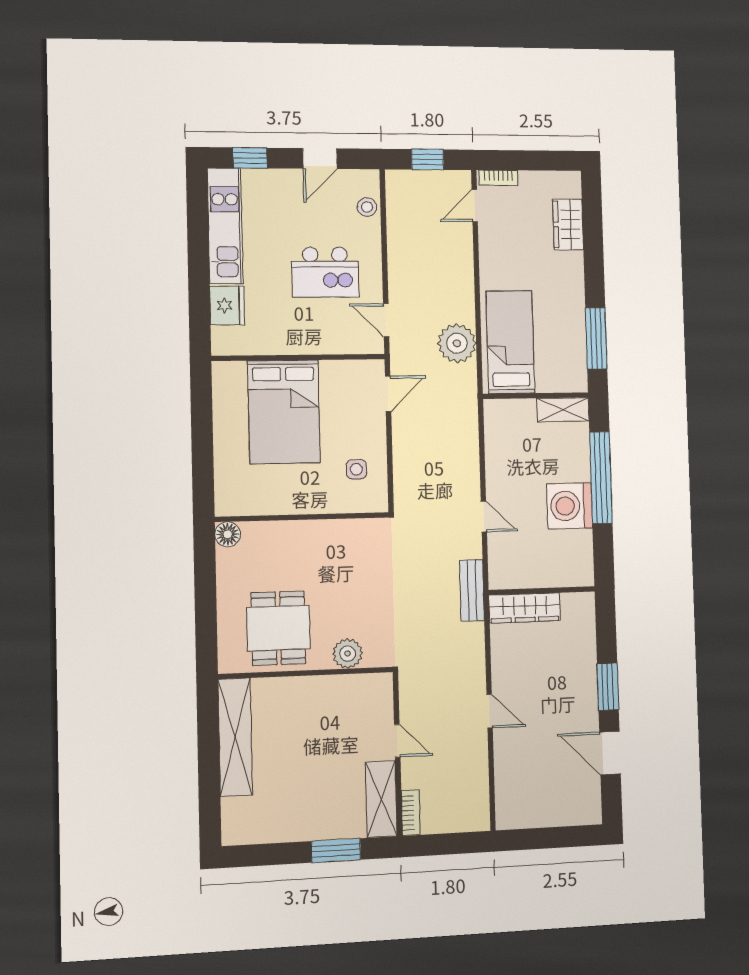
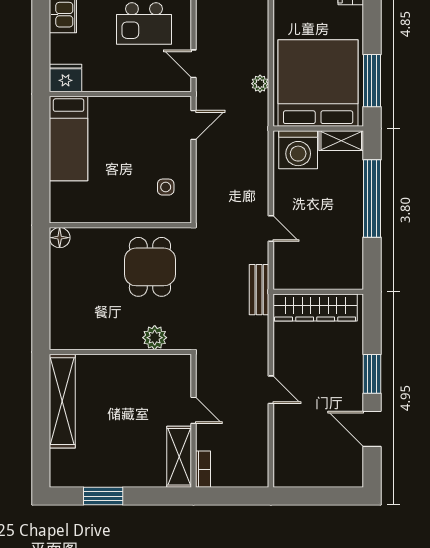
fridge: (227, 305) -> (66, 78), moved, turned -90
bed: (510, 342) -> (318, 83), width x2.04
plant: (457, 343) -> (260, 84), width x0.53, depth x0.53
bed: (284, 412) -> (69, 139), moved, width x0.67
washing machine: (570, 506) -> (298, 150), moved, turned -90
wardrobe: (525, 608) -> (315, 308), width x1.40, depth x1.17
dining table: (278, 628) -> (150, 267), moved
window: (336, 850) -> (103, 496), moved

